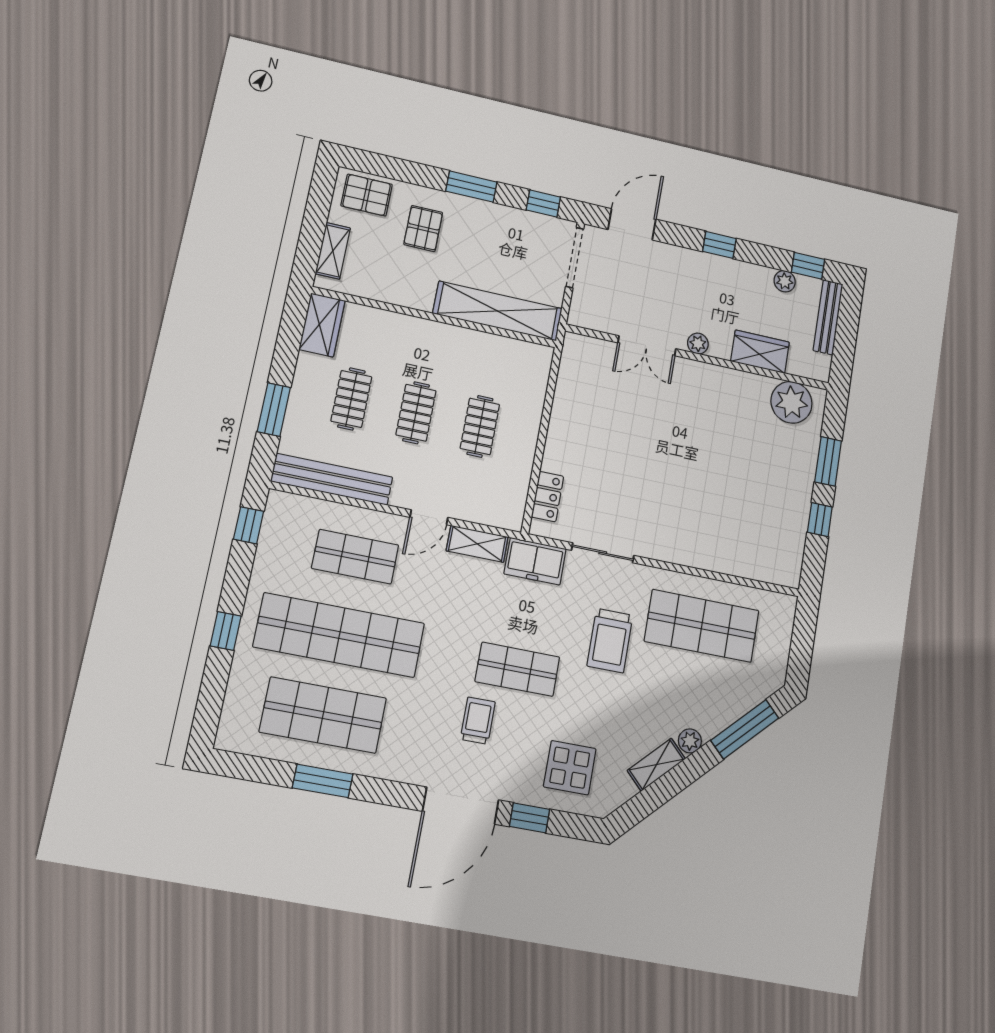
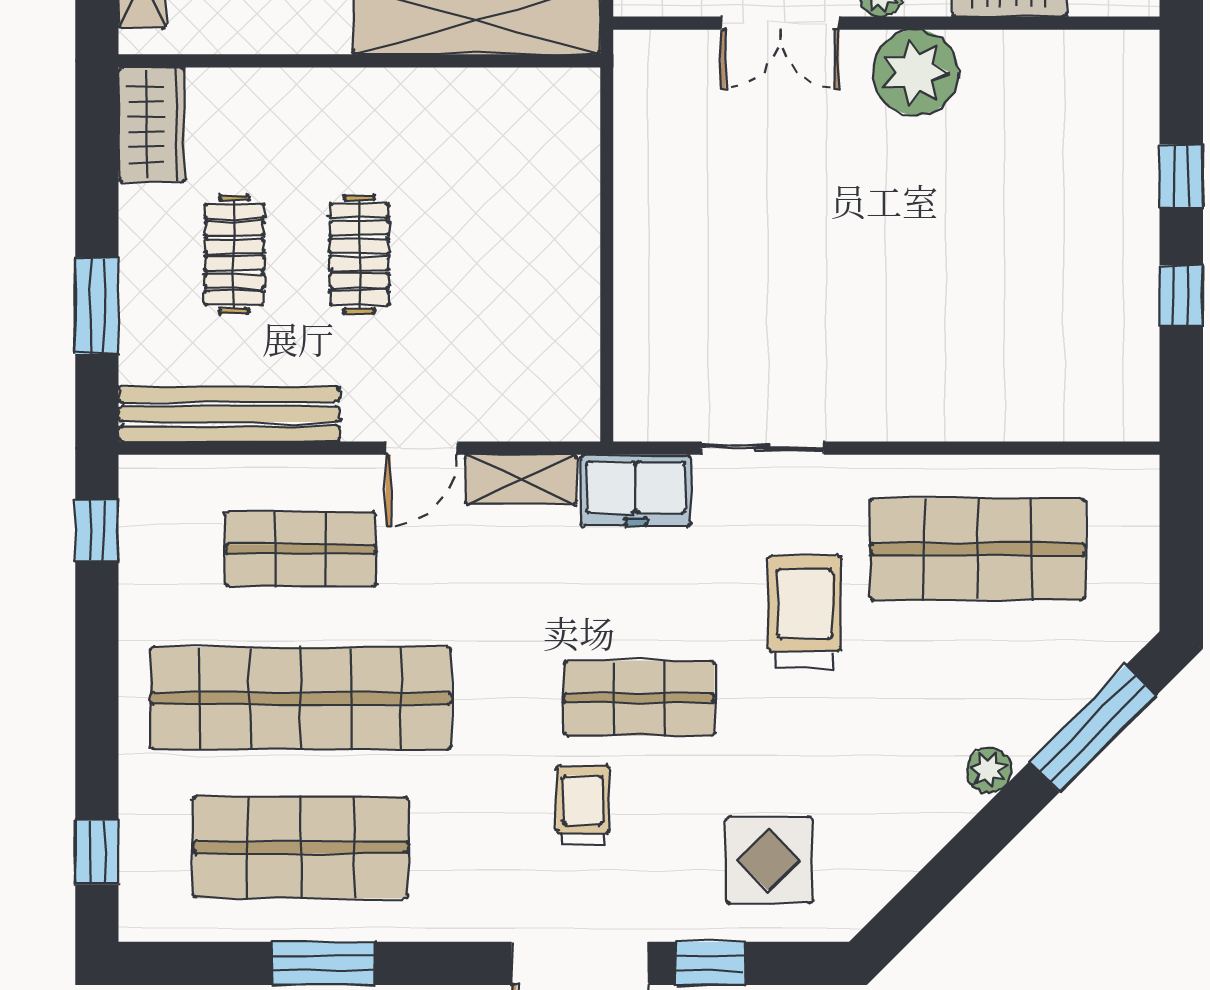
plant: (792, 402) -> (916, 72), moved
clothes rail: (480, 426) -> (484, 254), removed
window: (828, 461) -> (1181, 176), width x0.67
locker: (547, 497) -> (638, 362), removed
window: (226, 631) -> (97, 852), moved
trolley: (610, 641) -> (805, 611), turned 180
shelving: (656, 765) -> (932, 825), removed

